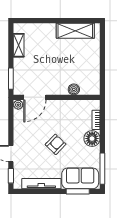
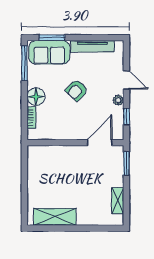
boiler: (74, 89) -> (56, 151), removed
plant: (18, 105) -> (118, 100), moved
window: (11, 176) -> (126, 116), moved

